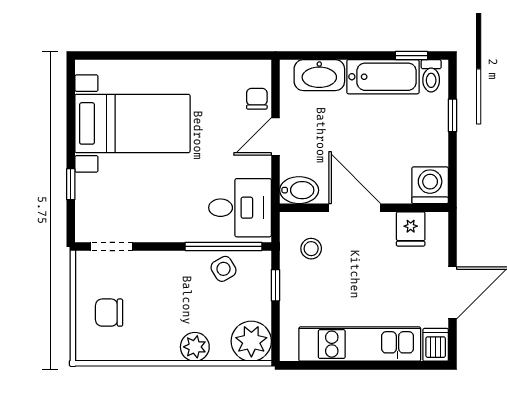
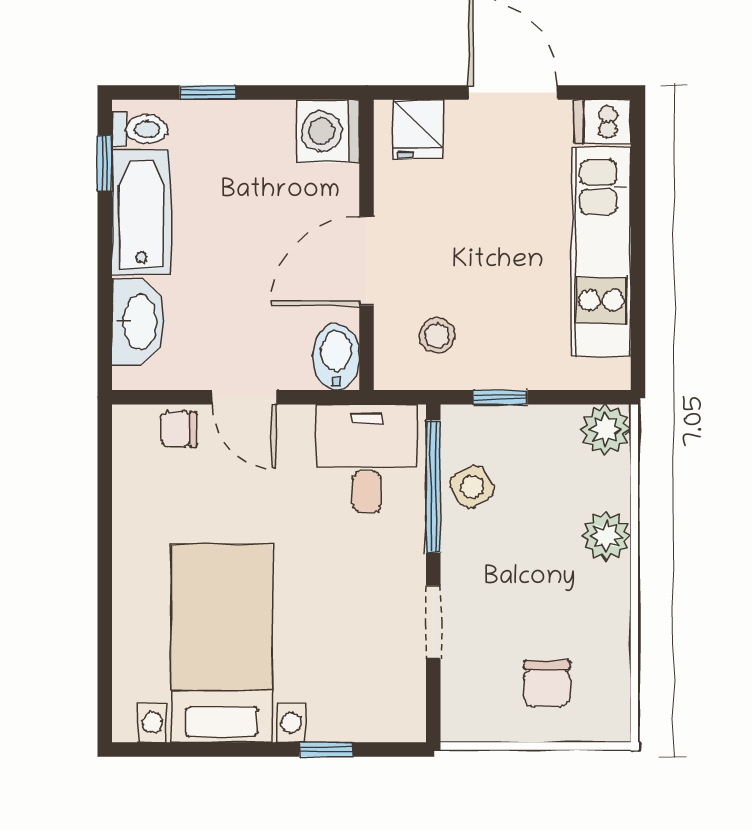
fridge: (411, 229) -> (418, 129), moved, turned 90
doorway: (111, 246) -> (433, 622), moved
plant: (251, 341) -> (606, 430), width x0.73, depth x0.73

